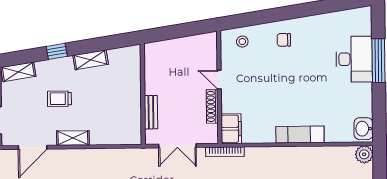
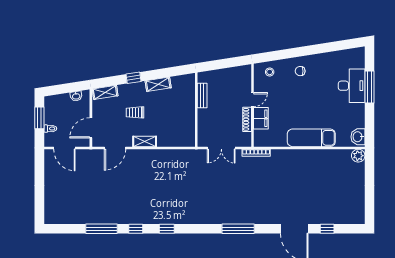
door: (219, 80) -> (252, 100), swing flipped
bench: (151, 112) -> (202, 96), moved
filing cabinet: (231, 129) -> (261, 118), moved
exam couch: (300, 135) -> (311, 138), width x1.36, depth x1.45

